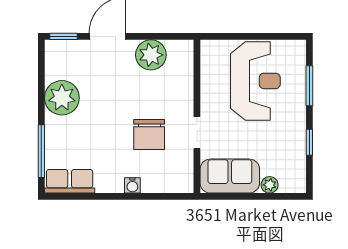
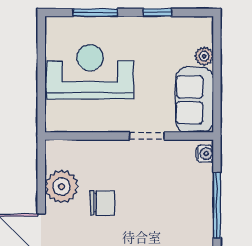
chair: (149, 135) -> (103, 203), moved, width x0.73, depth x0.73
water cooler: (132, 185) -> (205, 154), moved
window: (134, 196) -> (217, 205), added

